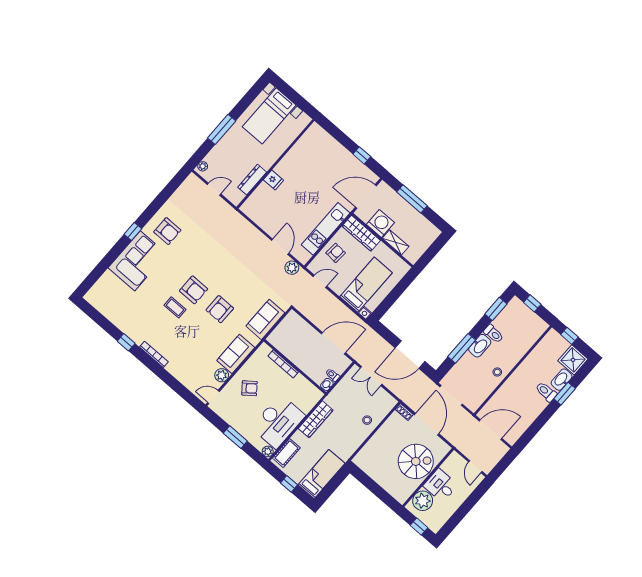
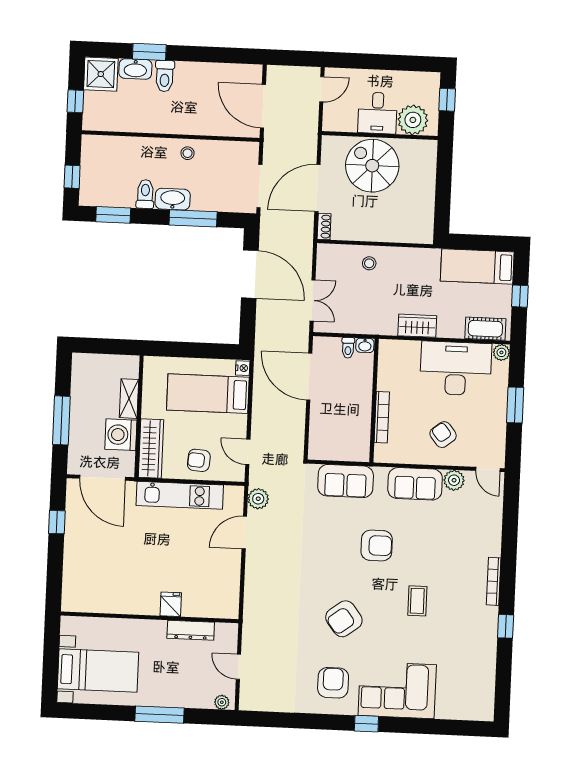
armchair: (194, 290) -> (344, 619), moved, turned -127
wardrobe: (316, 419) -> (417, 326), width x0.67

